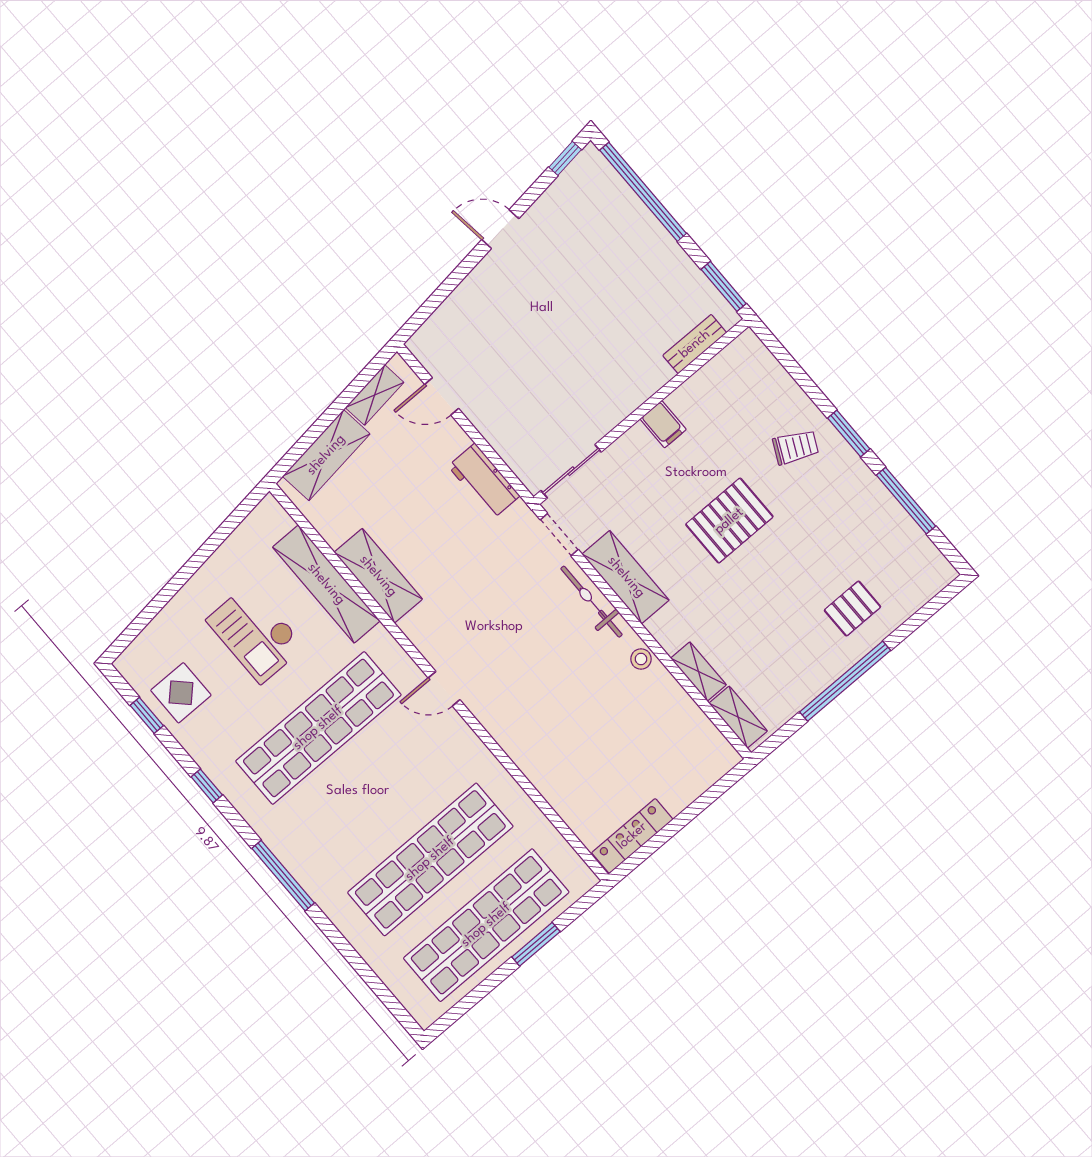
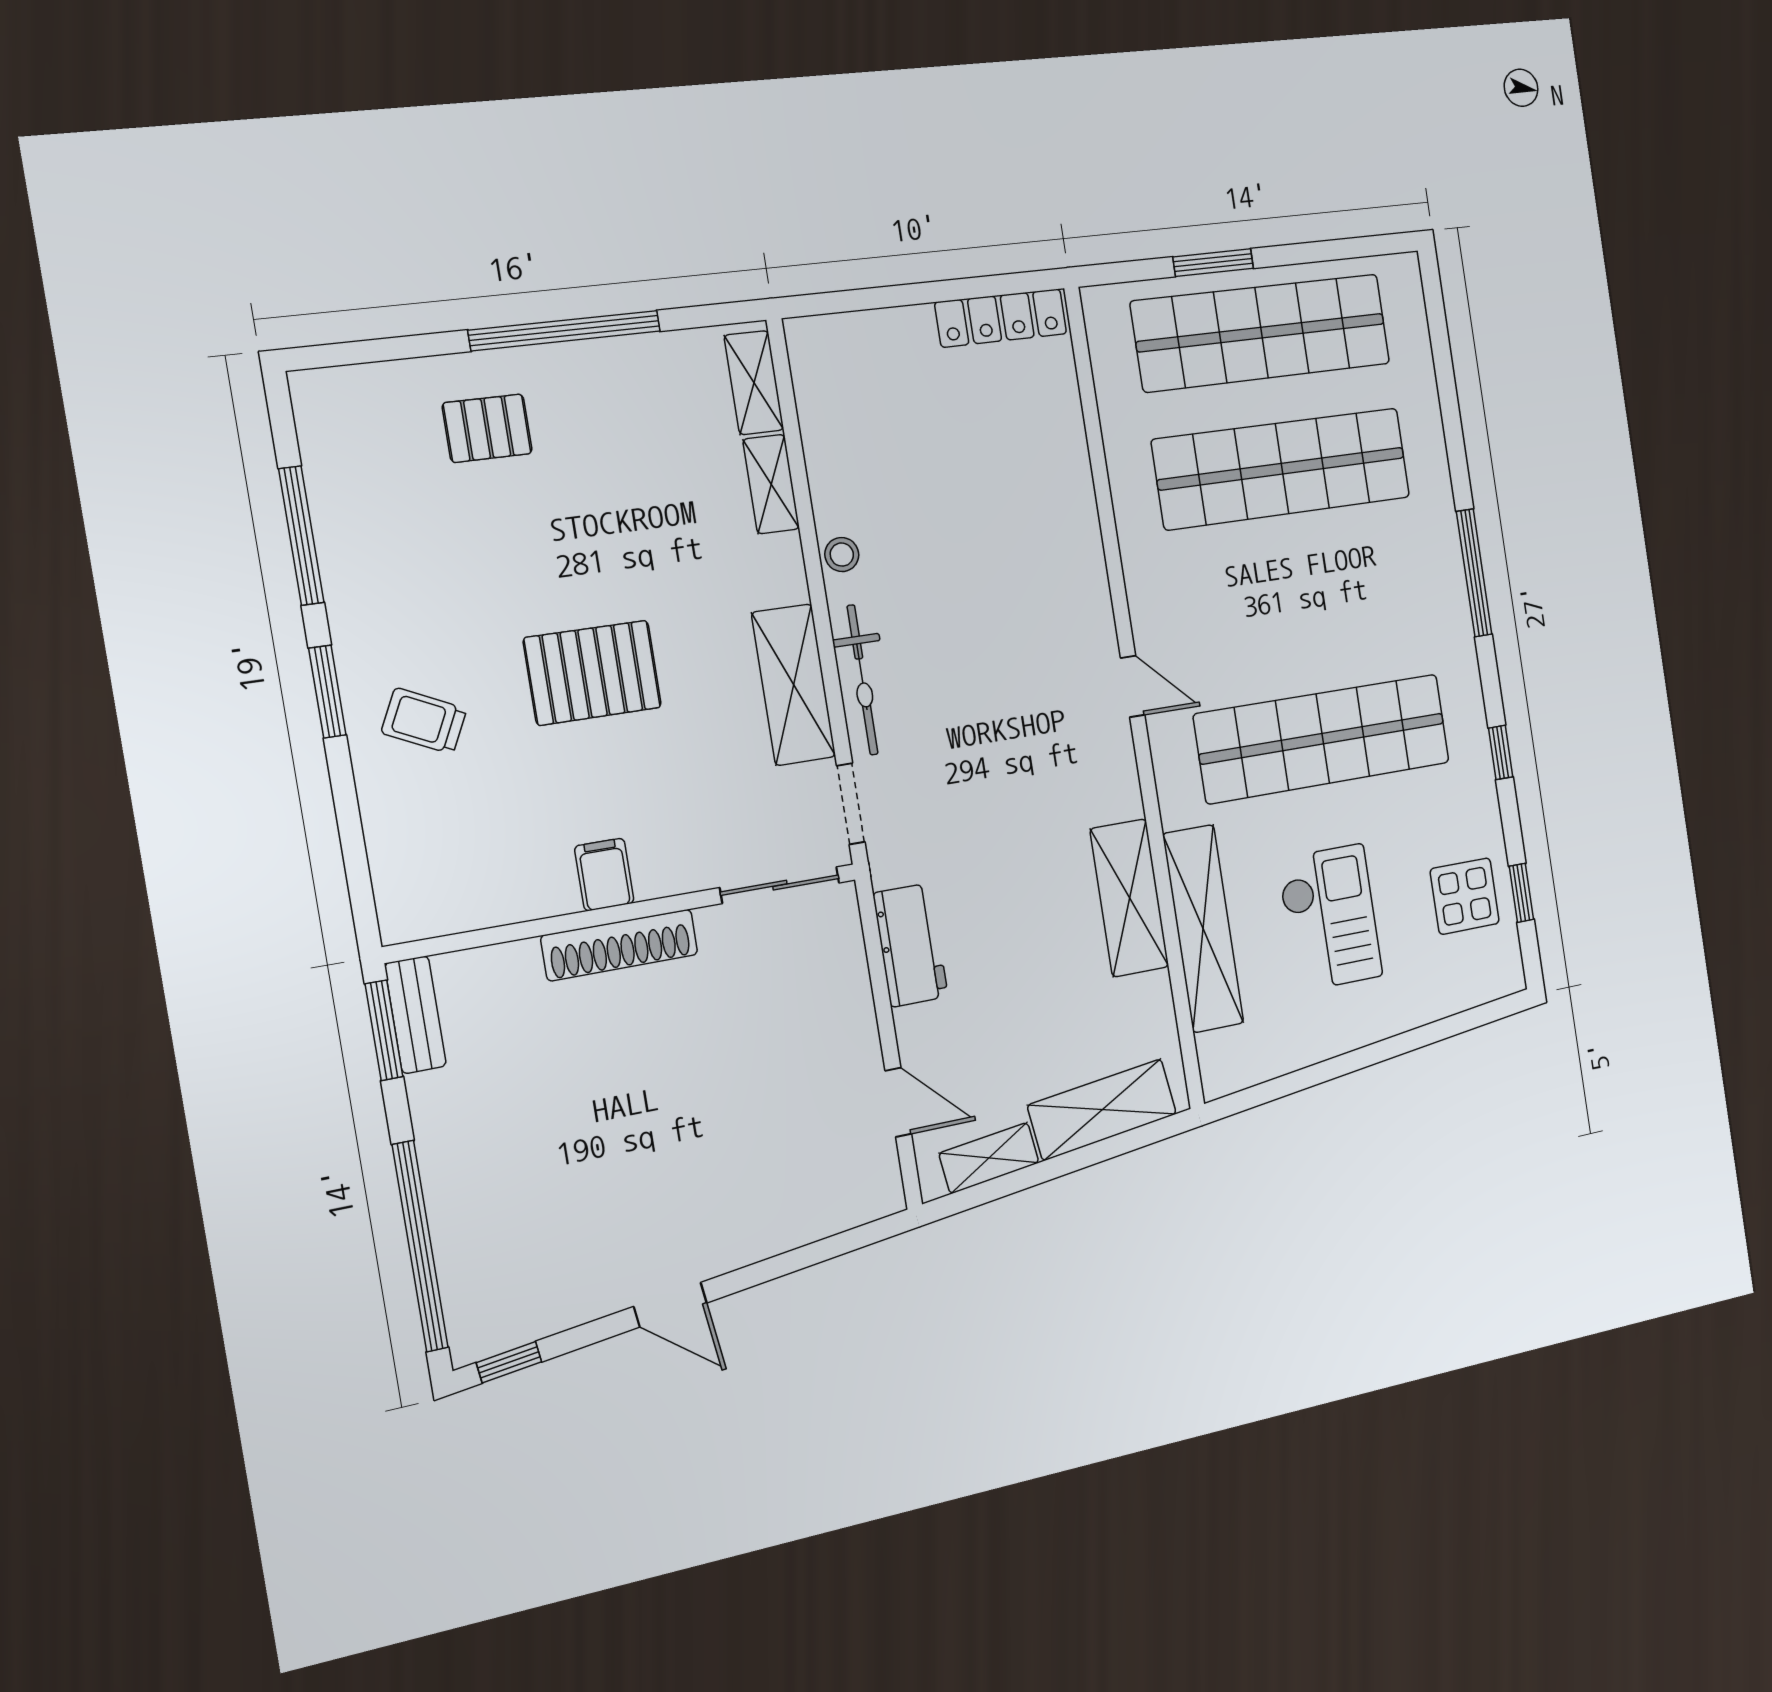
bench: (695, 344) -> (415, 1015), moved, turned 90
shoe rack: (634, 394) -> (620, 945), added

